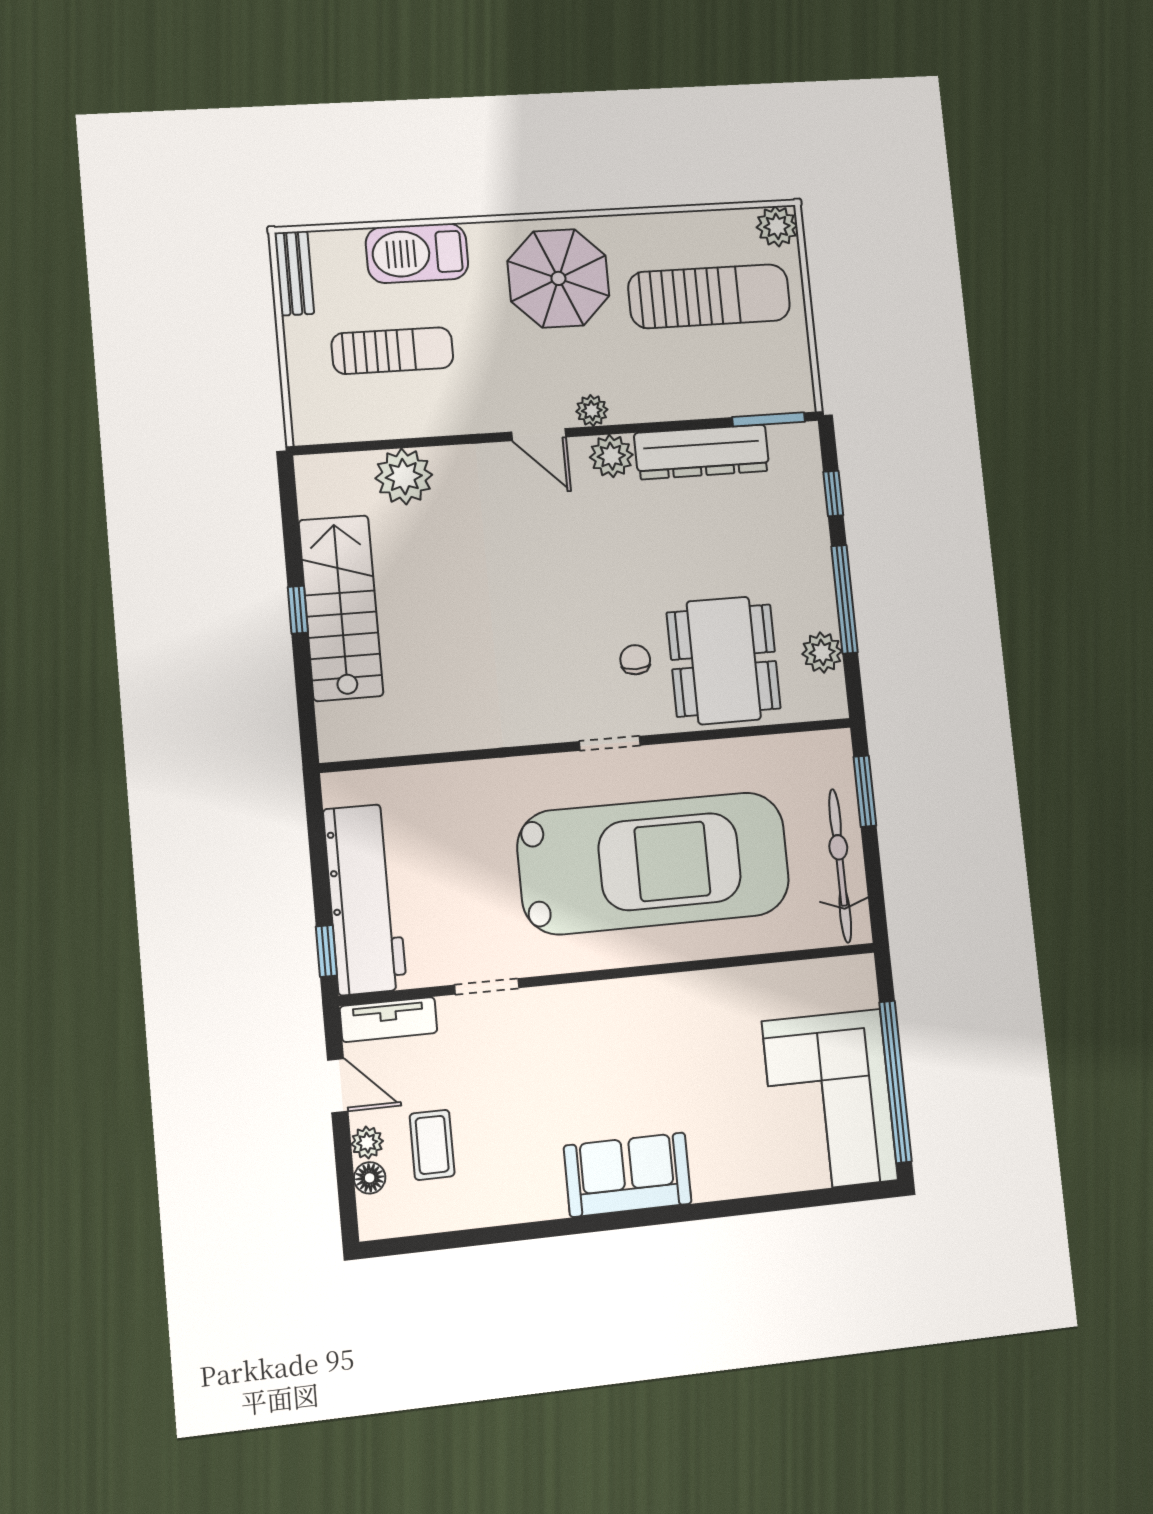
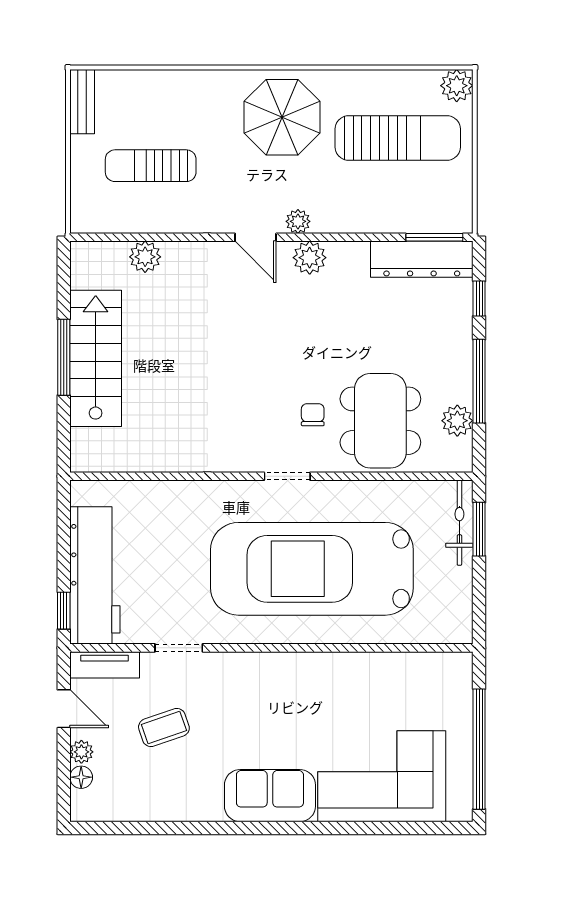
barbecue: (417, 253) -> (176, 91), removed
sun lounger: (392, 351) -> (151, 166), turned 180
dresser: (702, 452) -> (422, 259), moved
plant: (404, 477) -> (145, 257), width x0.73, depth x0.73
window: (298, 610) -> (64, 357), width x2.17
car: (654, 863) -> (312, 569), turned 180
bicycle: (840, 866) -> (459, 523), moved, width x0.73, depth x0.71
corner sofa: (830, 1101) -> (382, 776), moved, turned 90
coffee table: (432, 1145) -> (164, 728), moved, turned 71

